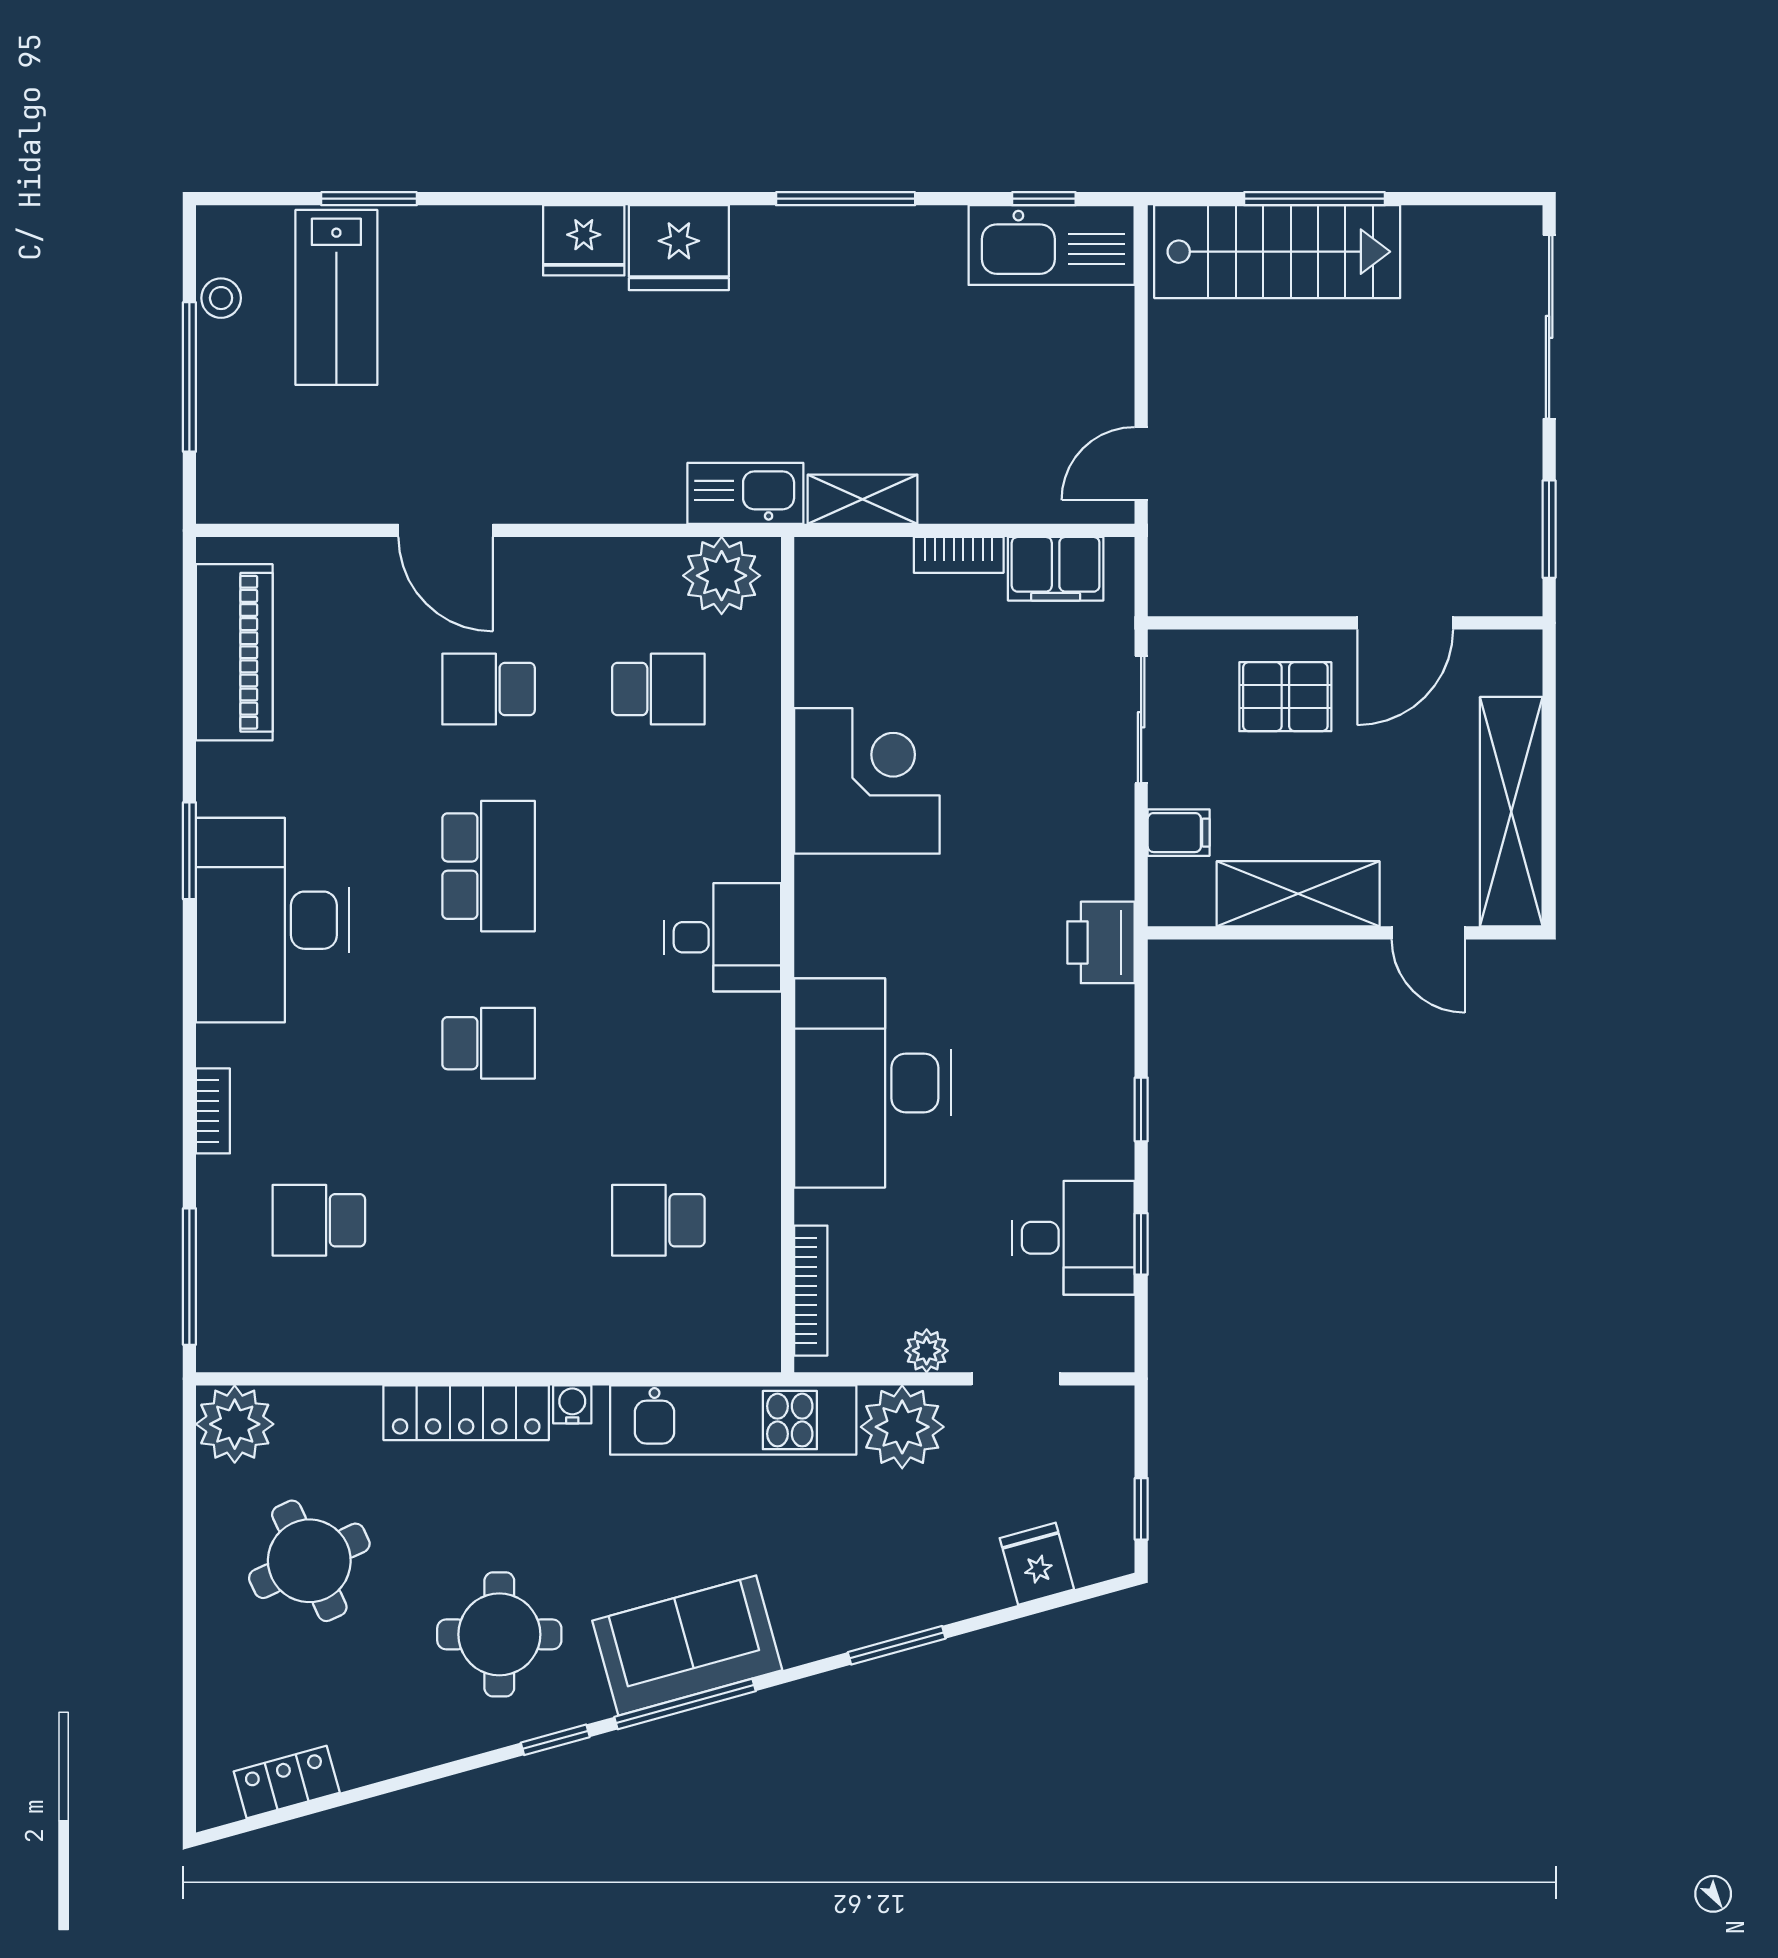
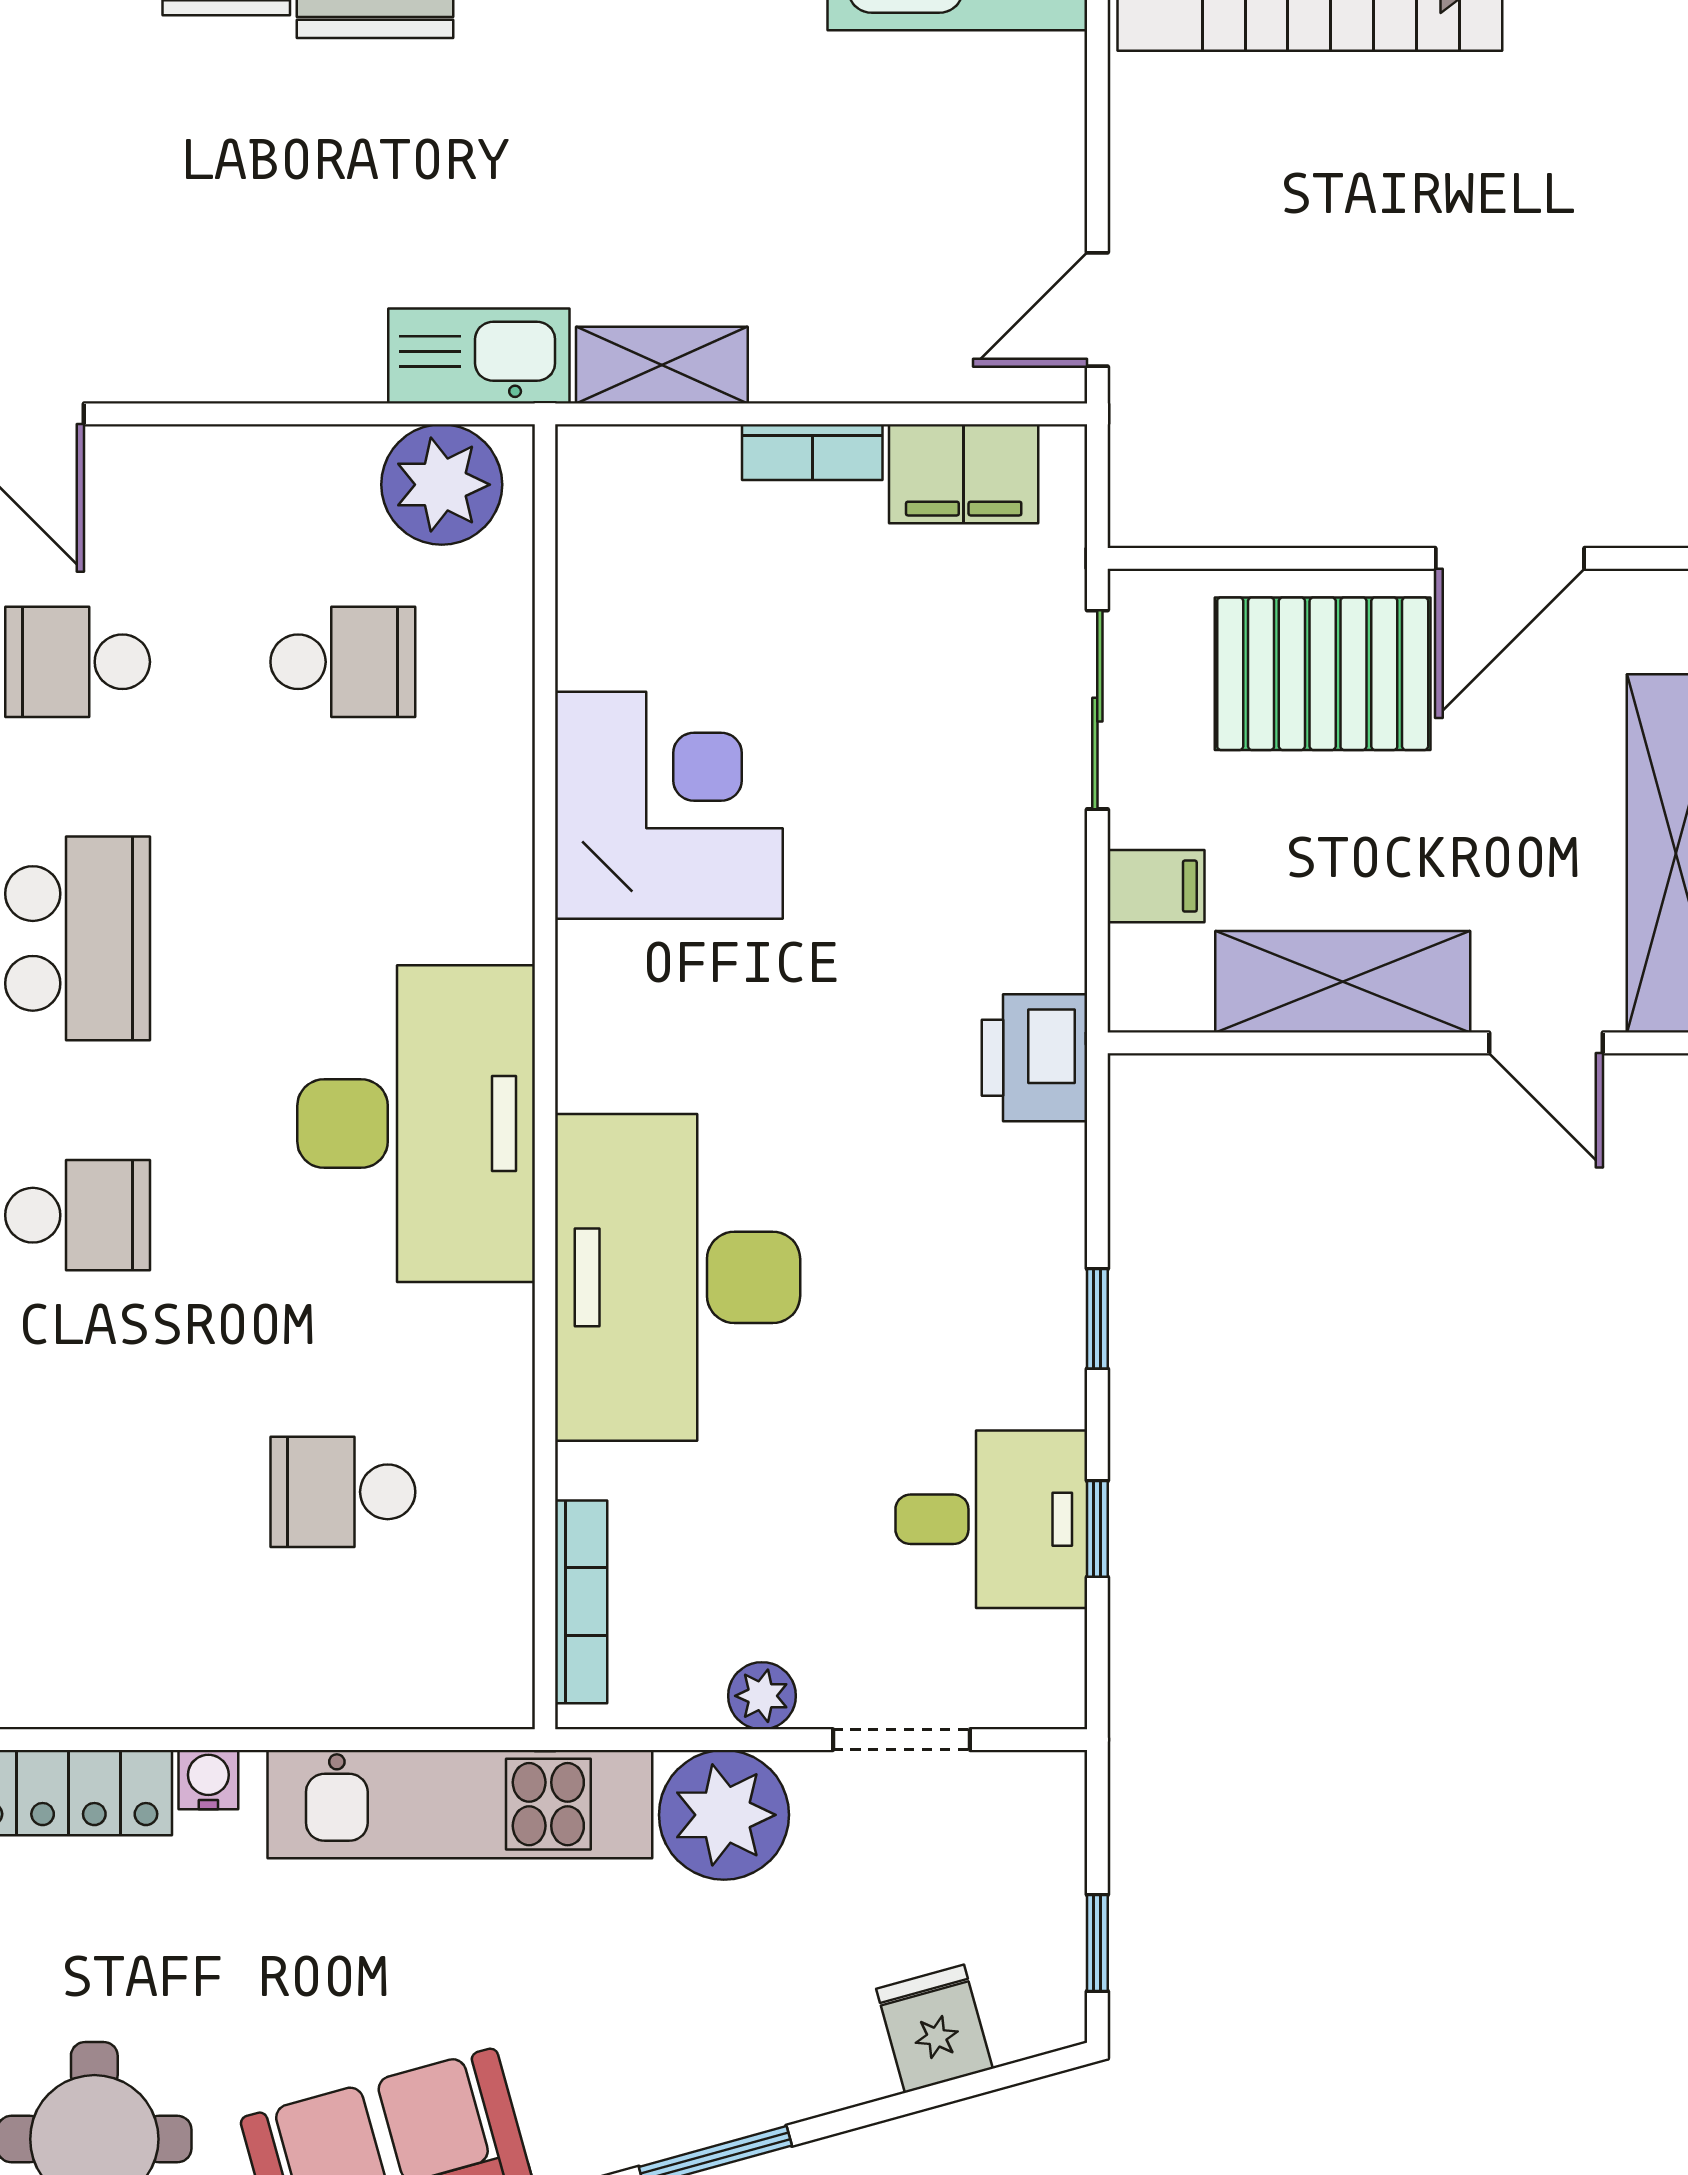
pallet: (1285, 697) -> (1323, 674), width x1.50, depth x1.42
desk: (723, 937) -> (416, 1124), width x1.87, depth x1.30

